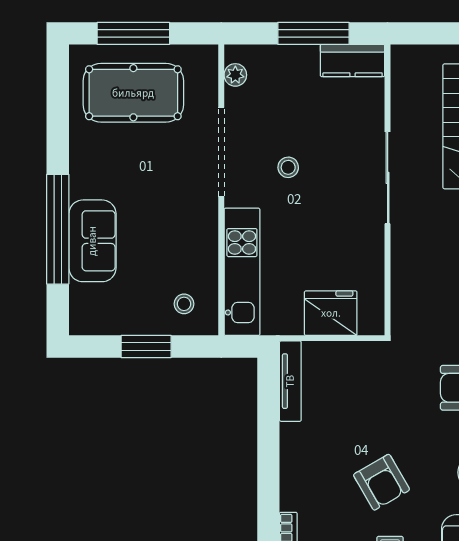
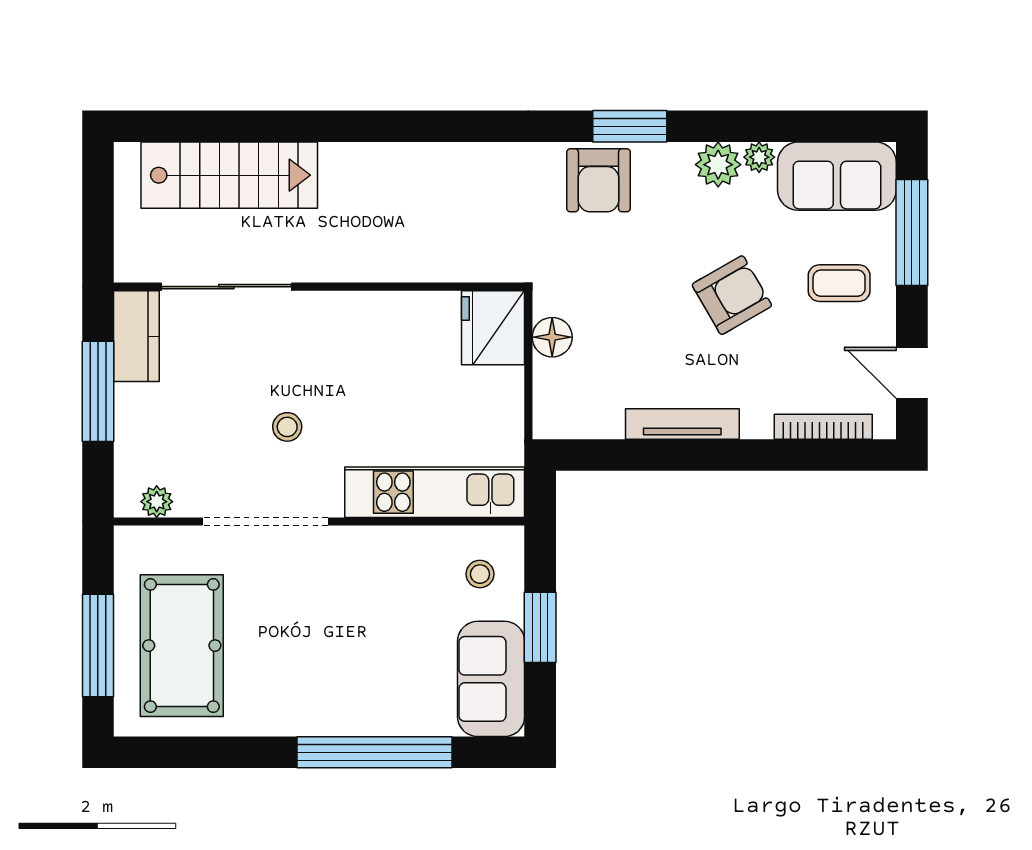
sliding door: (388, 178) -> (226, 287), moved
sofa: (92, 241) -> (491, 679), moved, turned -90
fridge: (331, 313) -> (493, 328), moved
floor lamp: (352, 355) -> (552, 337), added
tv unit: (290, 381) -> (682, 424), moved

